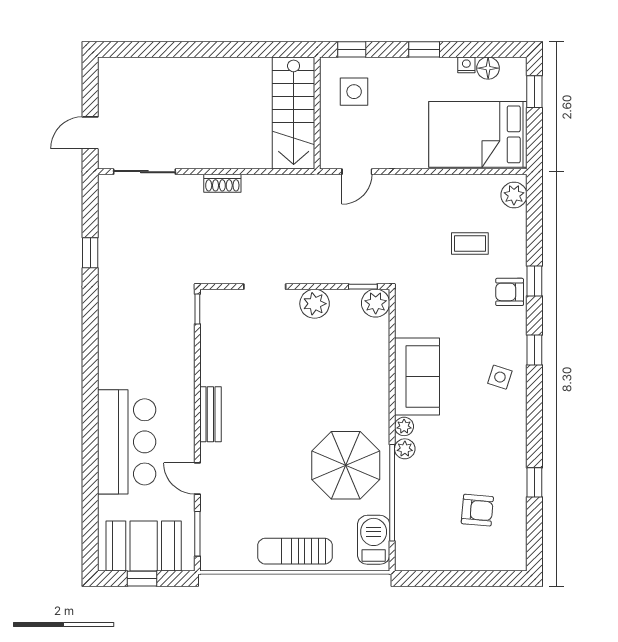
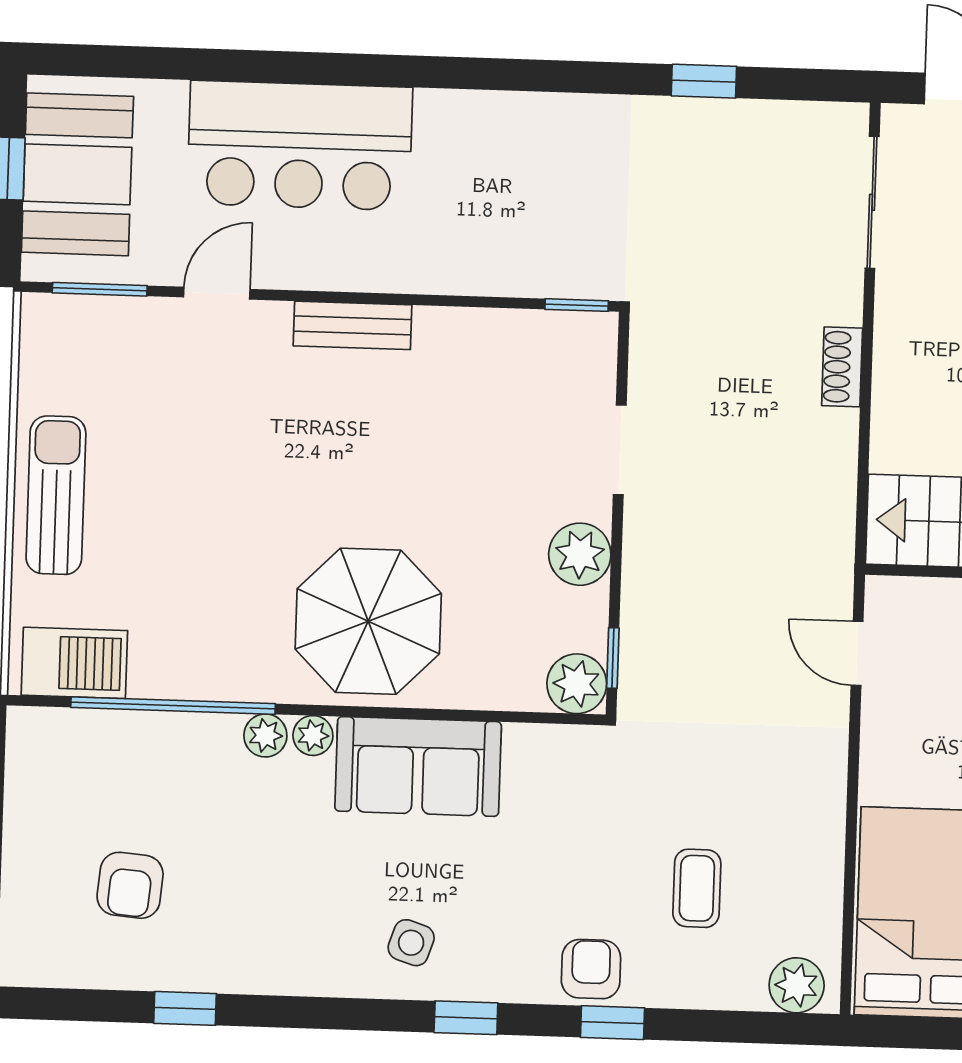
parasol: (346, 465) -> (368, 621), moved

